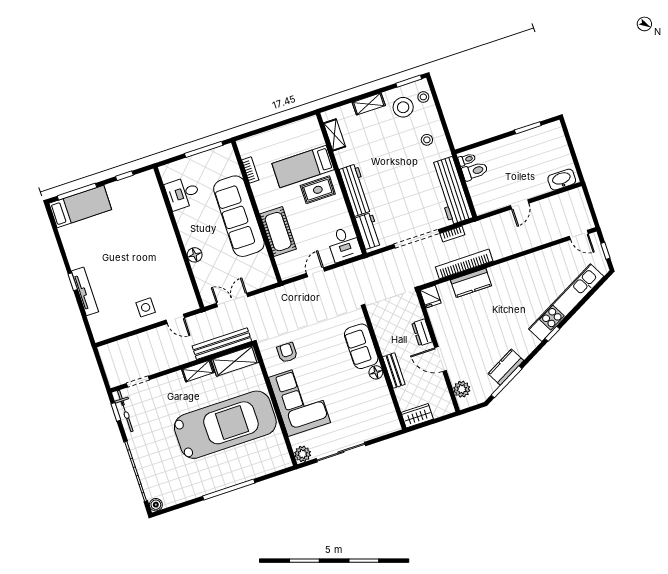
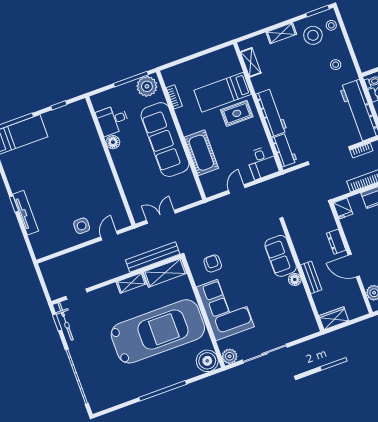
plant: (221, 158) -> (147, 86), added
floor lamp: (195, 255) -> (113, 142), moved
door: (175, 319) -> (109, 236), swing flipped
boiler: (156, 505) -> (207, 361), moved, width x1.86, depth x1.86

